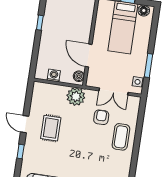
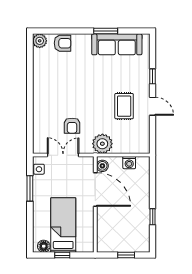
door: (89, 55) -> (95, 189), width x1.36
coffee table: (121, 137) -> (48, 108), removed

